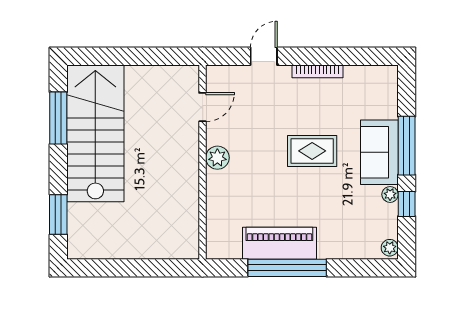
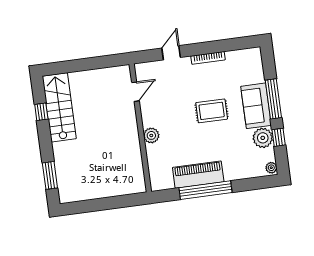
window: (58, 118) -> (41, 112), width x0.46
stairs: (95, 133) -> (59, 107), width x0.73, depth x0.66
plant: (217, 158) -> (151, 135), moved
plant: (390, 194) -> (263, 138), width x1.87, depth x1.87

